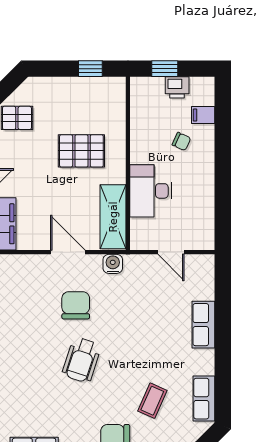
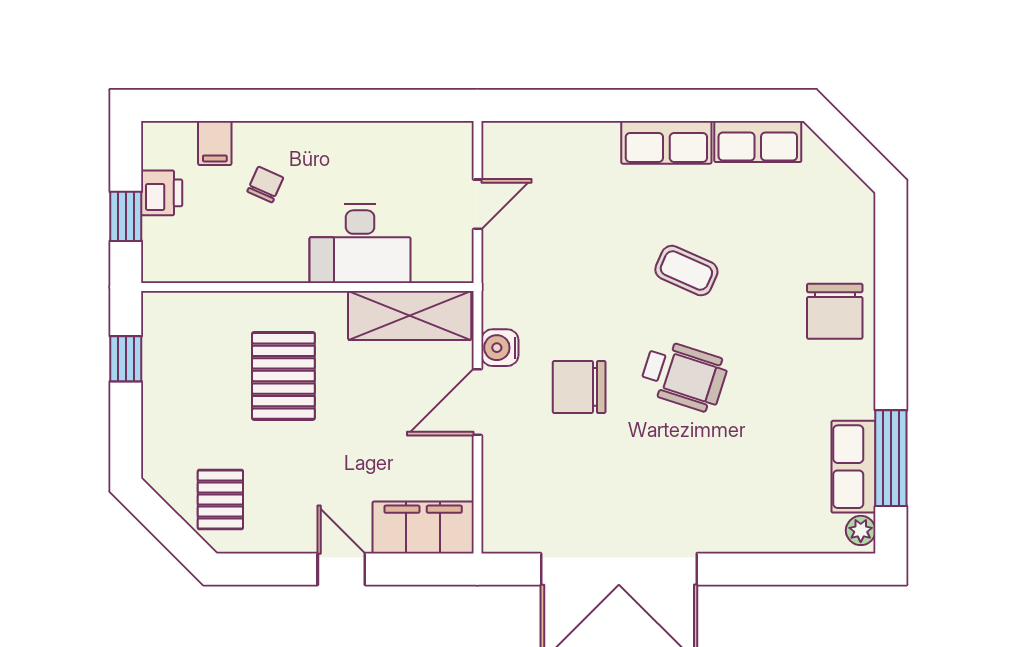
water cooler: (113, 264) -> (500, 348), moved
row of seats: (203, 325) -> (666, 142), moved
coffee table: (152, 401) -> (686, 271), moved

